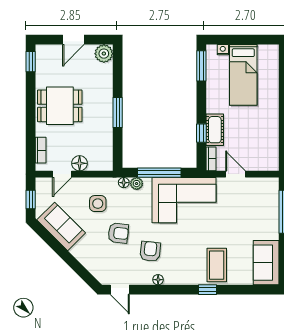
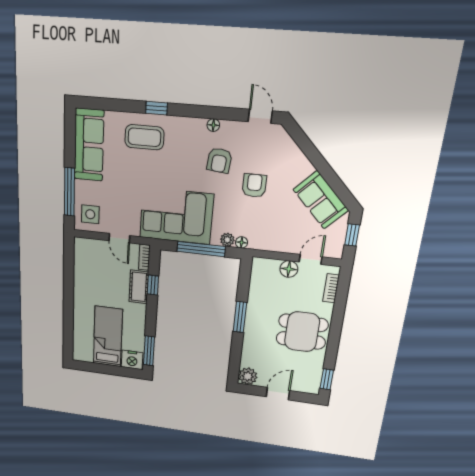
nightstand: (223, 50) -> (132, 360), width x1.89, depth x1.79
side table: (98, 204) -> (90, 214), moved
armchair: (118, 233) -> (254, 186), turned 84
sofa: (266, 263) -> (89, 145), width x1.36
coffee table: (217, 265) -> (144, 137), turned 90

